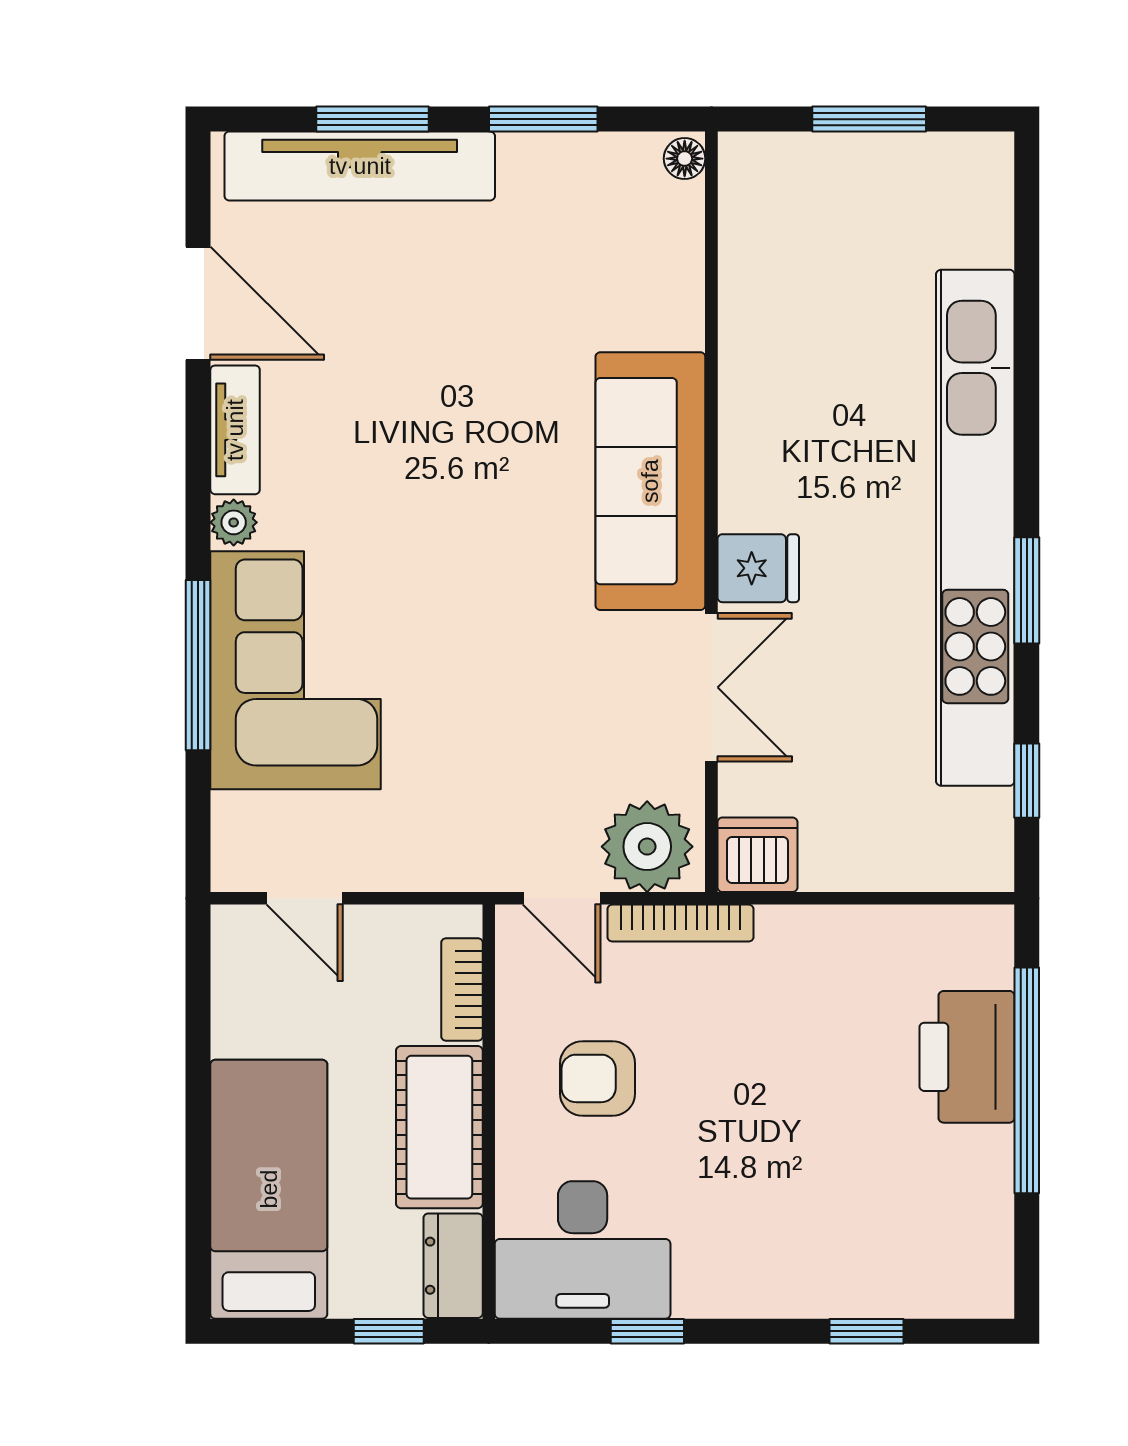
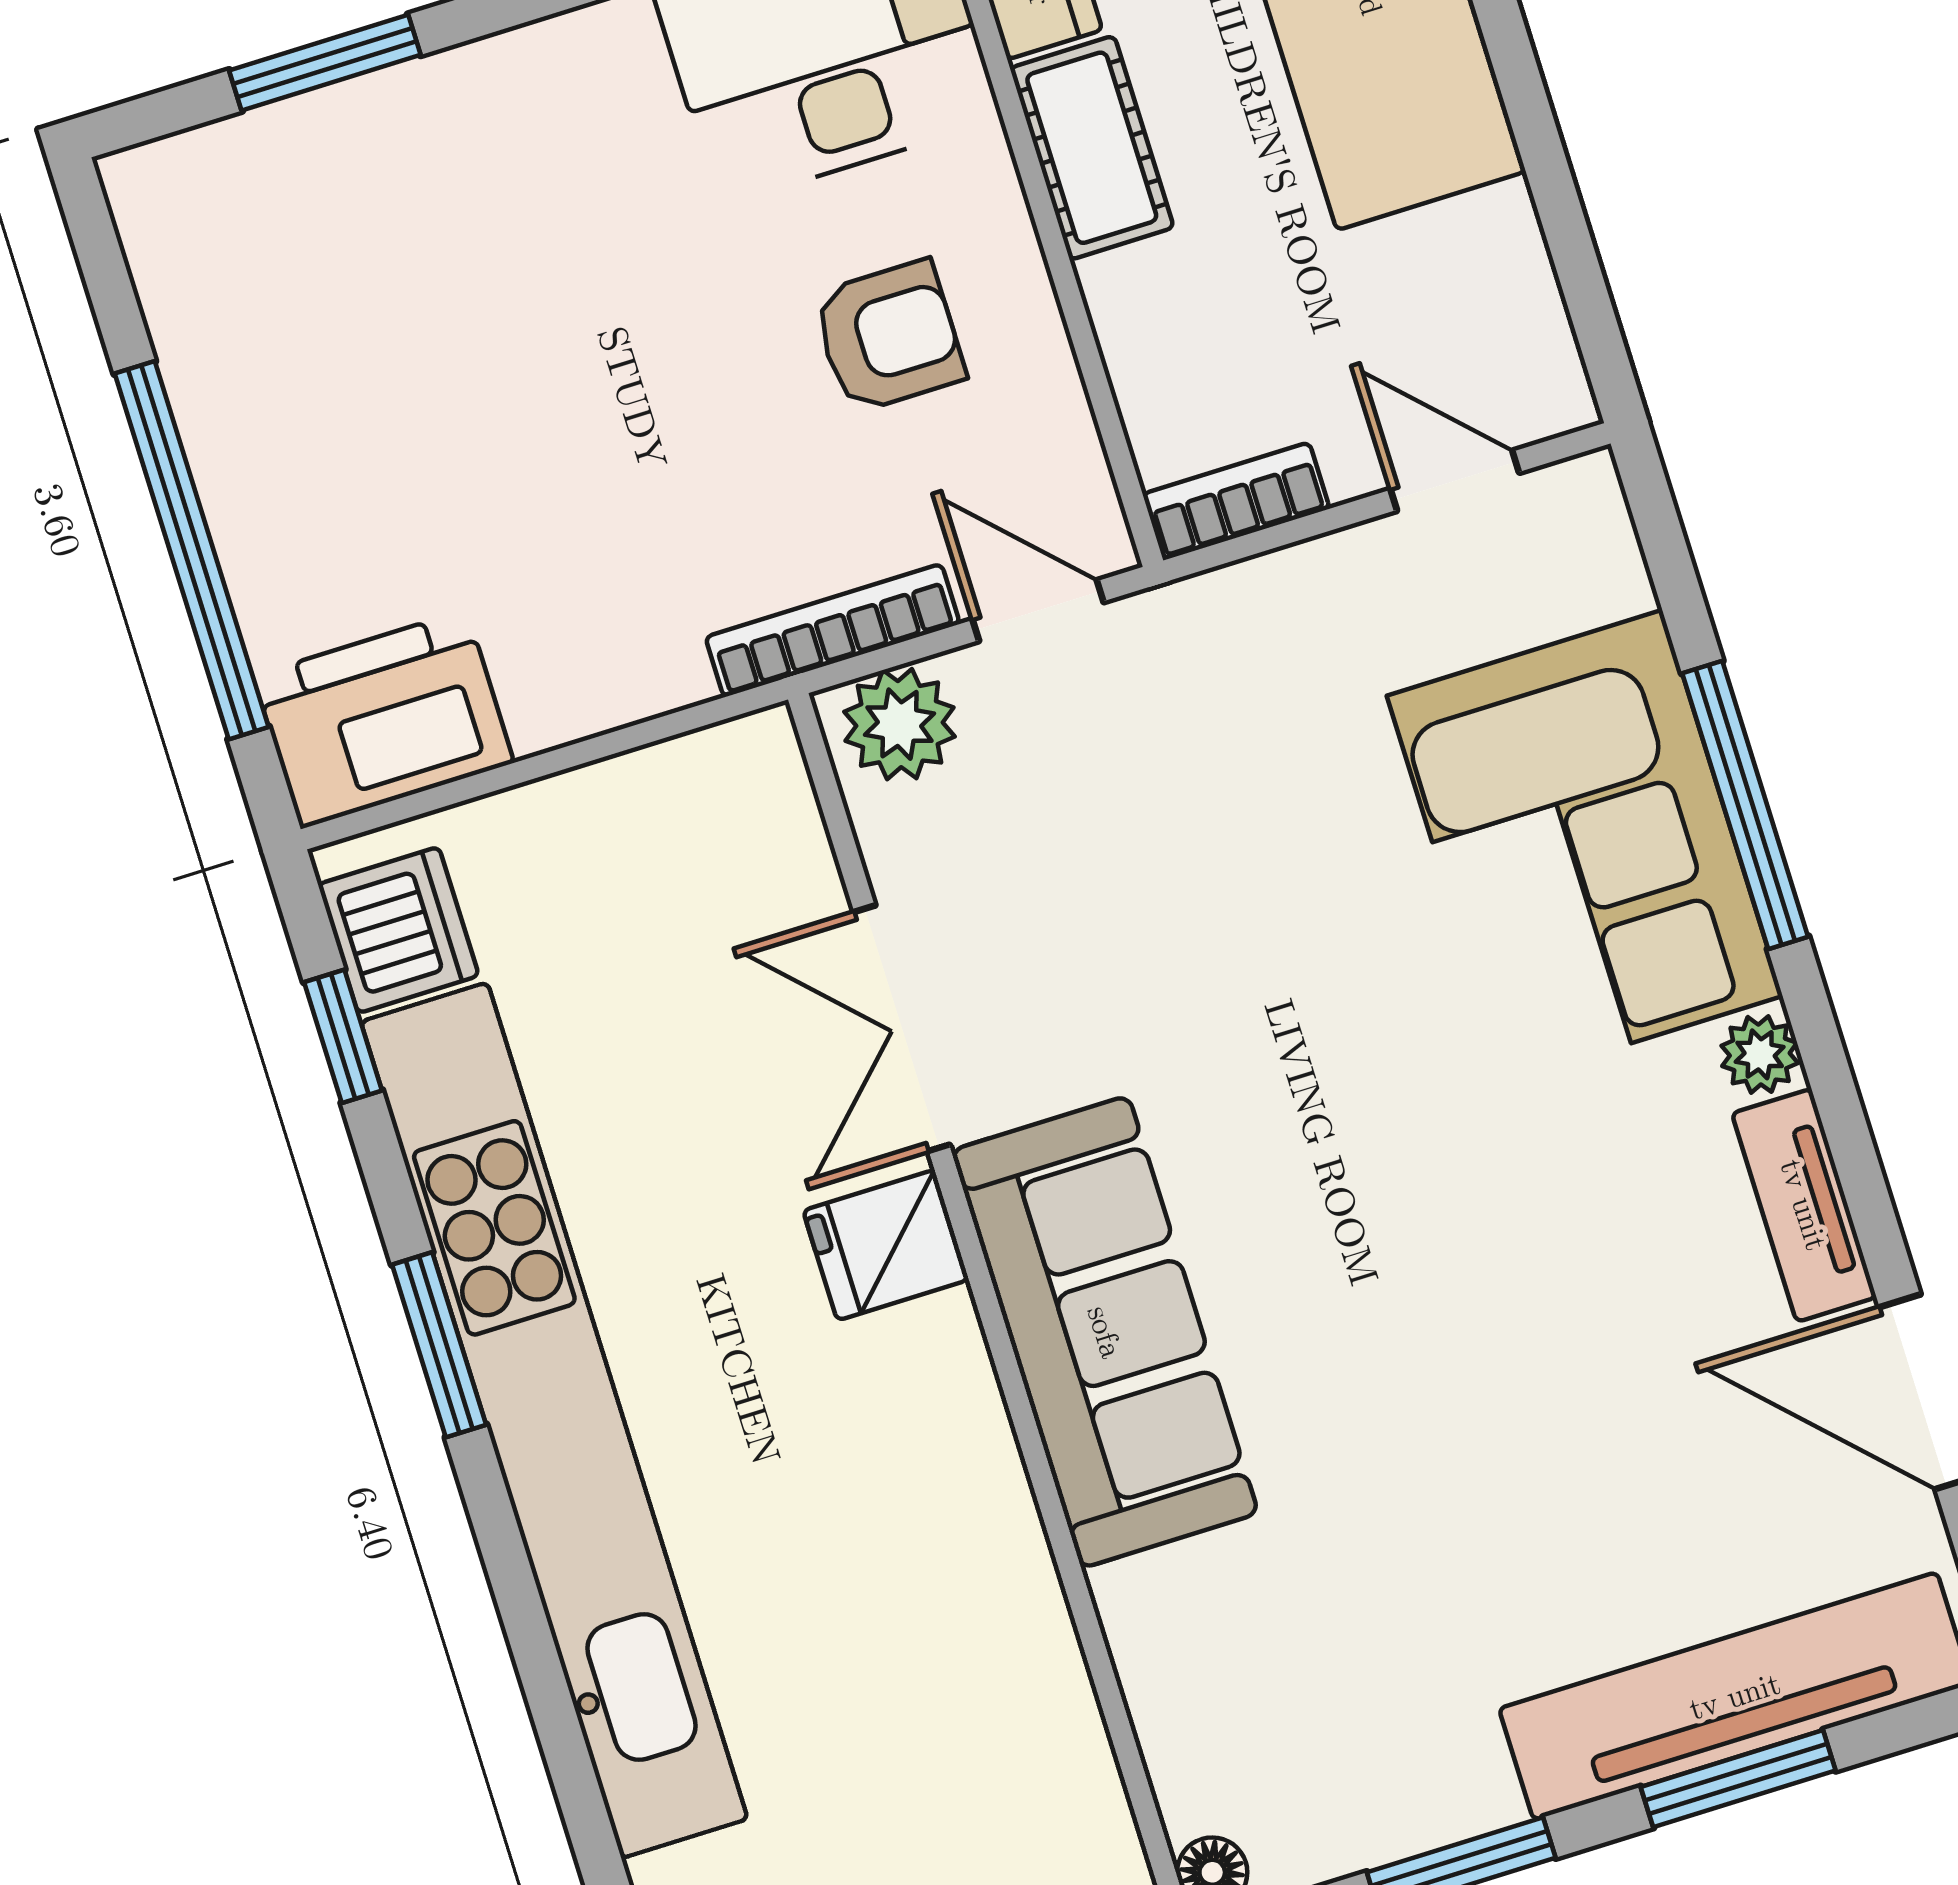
plant: (647, 847) -> (900, 724), width x0.73, depth x0.73
dishwasher: (757, 855) -> (398, 930), moved, turned -90
bookcase: (462, 990) -> (1236, 501), moved, turned -90
printer: (967, 1057) -> (384, 719), moved, turned -90
cot: (439, 1127) -> (1092, 148), width x0.73, depth x0.75
window: (867, 1331) -> (325, 63), width x1.50

